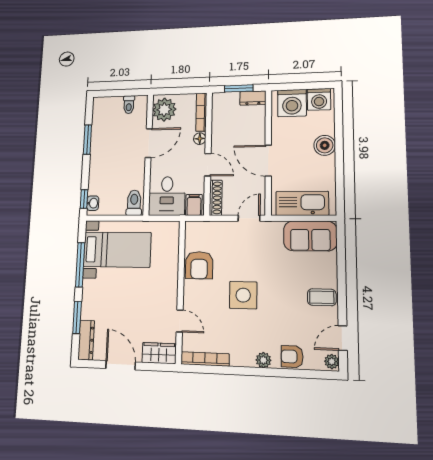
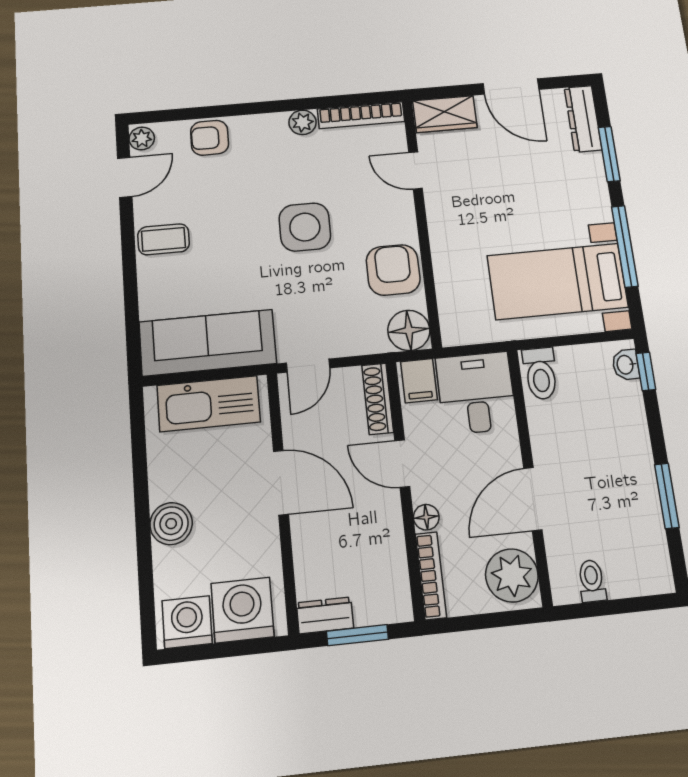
floor lamp: (195, 232) -> (409, 330), added
sofa: (310, 236) -> (208, 343), width x1.36
armchair: (292, 357) -> (210, 138), turned 180
plant: (263, 360) -> (303, 122), moved

